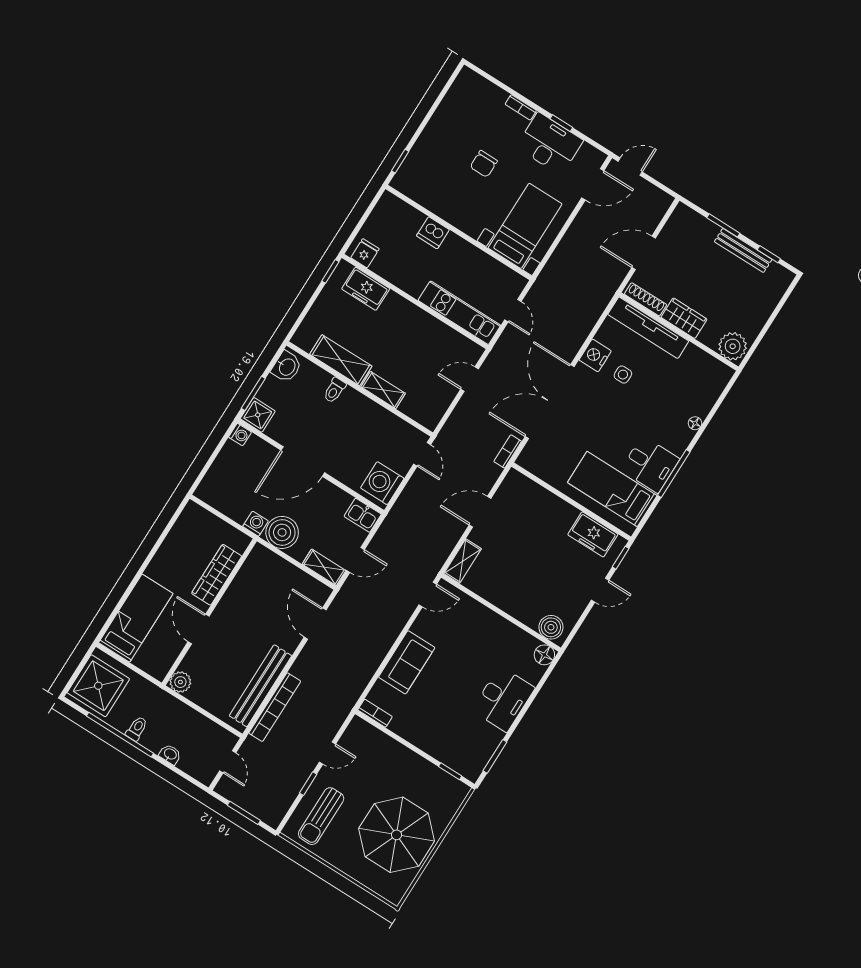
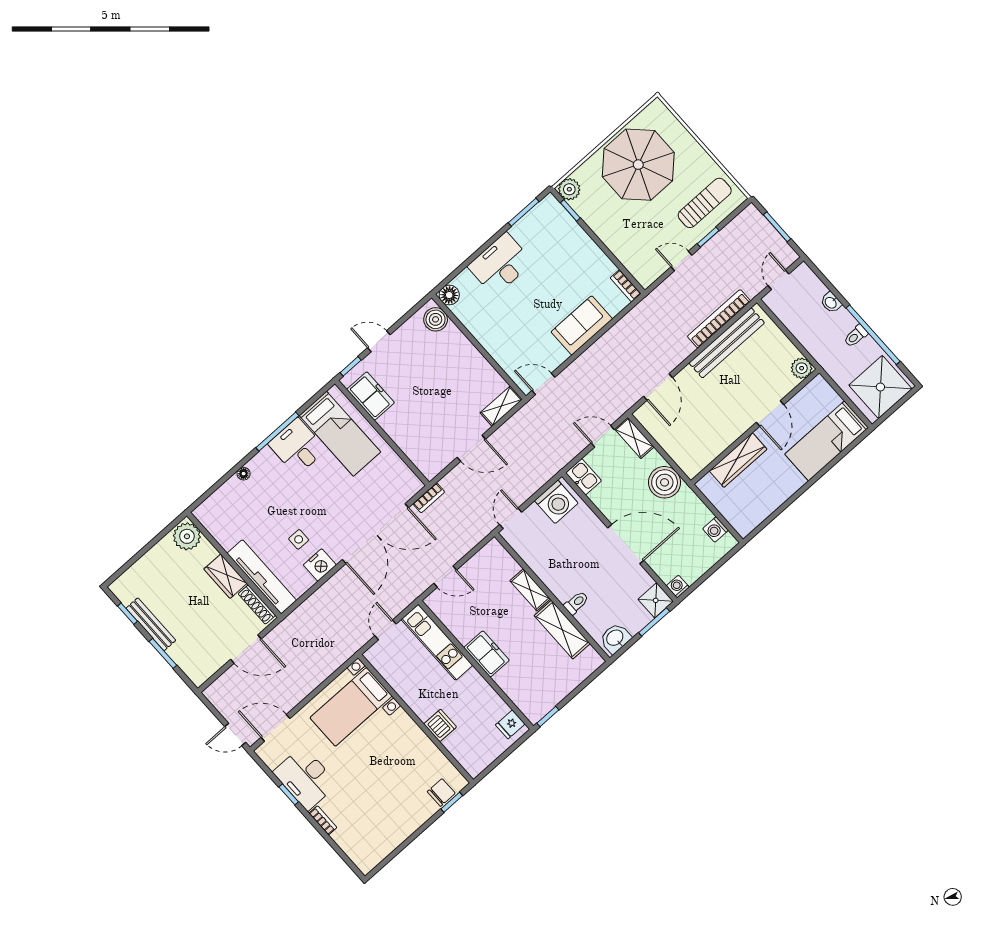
chair: (484, 164) -> (441, 792), moved
freezer: (366, 289) -> (487, 654), moved
washing machine: (256, 524) -> (715, 529), moved
plant: (457, 791) -> (569, 189), added

